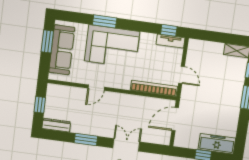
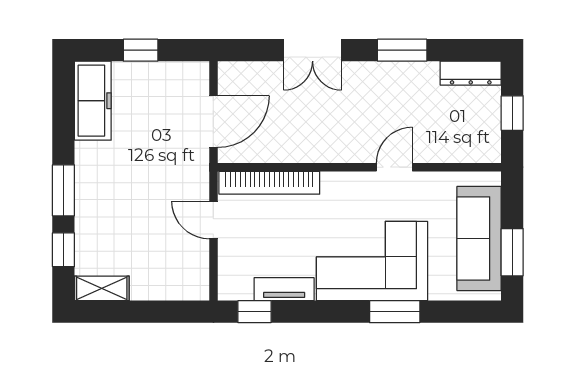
tv unit: (171, 41) -> (284, 289), moved
freezer: (217, 144) -> (93, 101), moved, turned -90

